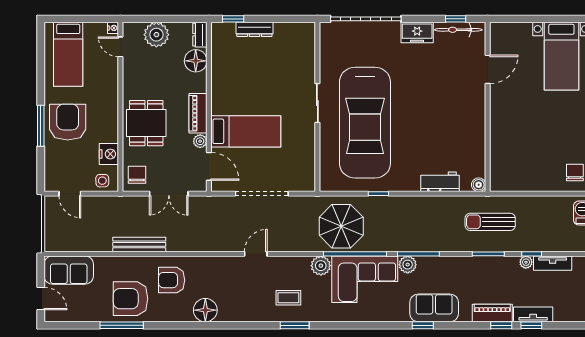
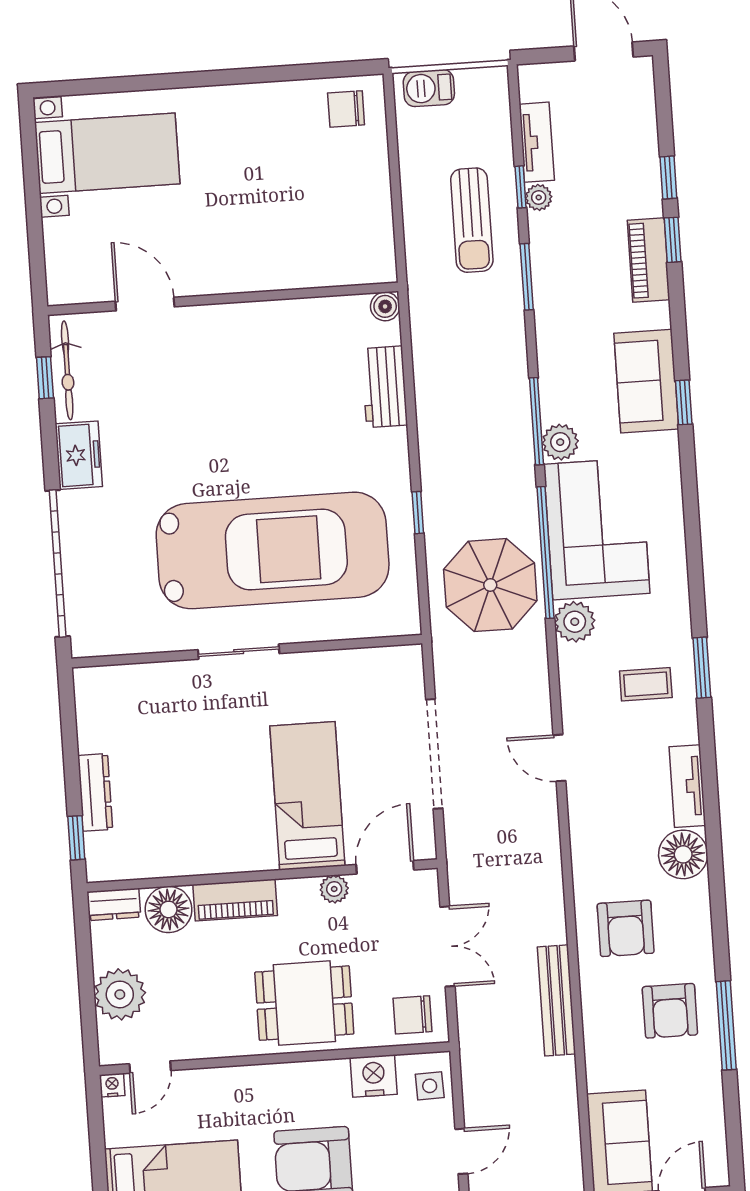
piano: (198, 113) -> (235, 900), moved
sun lounger: (490, 222) -> (472, 220), moved
coffee table: (288, 298) -> (646, 684), turned 90
armchair: (131, 299) -> (670, 1011), width x0.73, depth x0.73
tv unit: (533, 314) -> (687, 786), moved

